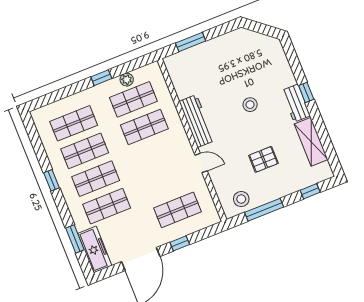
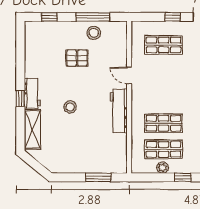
shelving: (311, 142) -> (33, 129), moved
stool: (241, 199) -> (94, 33), moved

